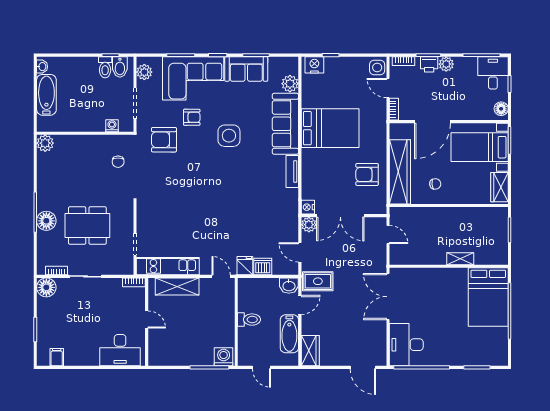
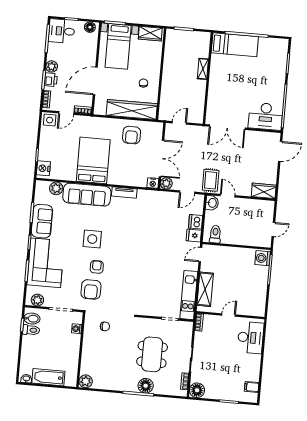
armchair: (192, 117) -> (97, 267), moved
door: (433, 122) -> (95, 81), swing flipped
bed: (488, 297) -> (235, 45), width x0.67
toilet: (249, 320) -> (215, 234), moved
bathtub: (289, 334) -> (249, 206), removed

